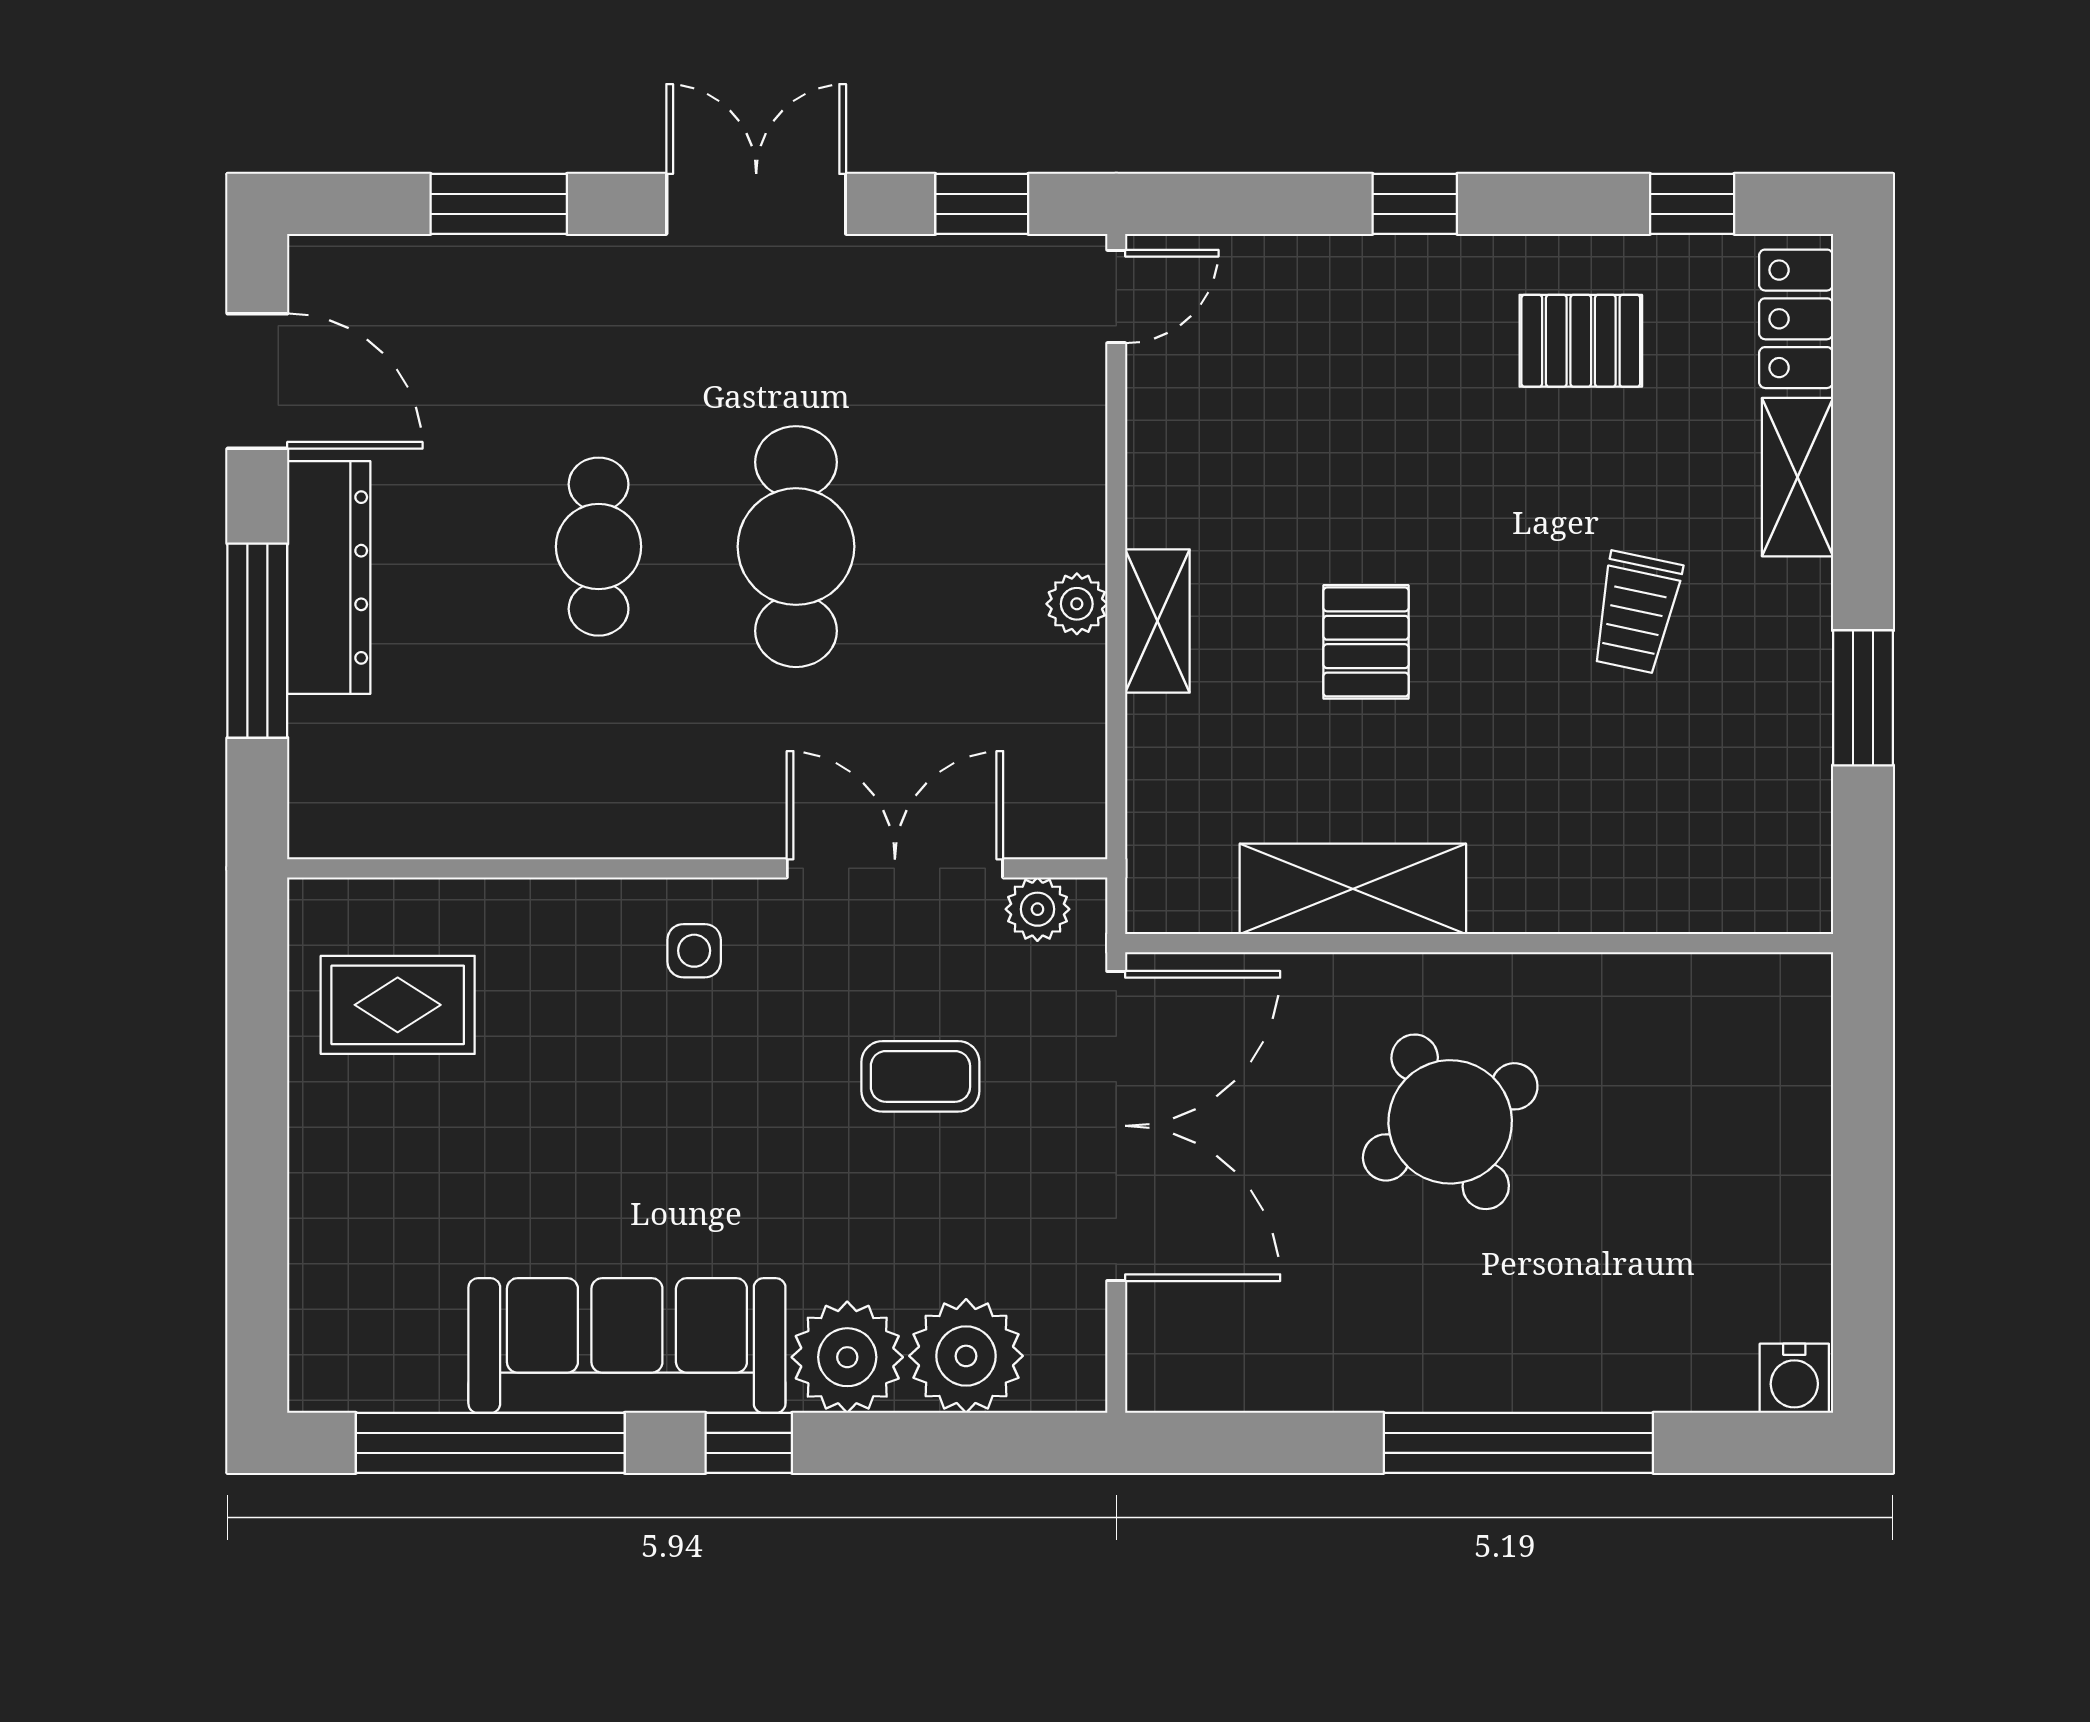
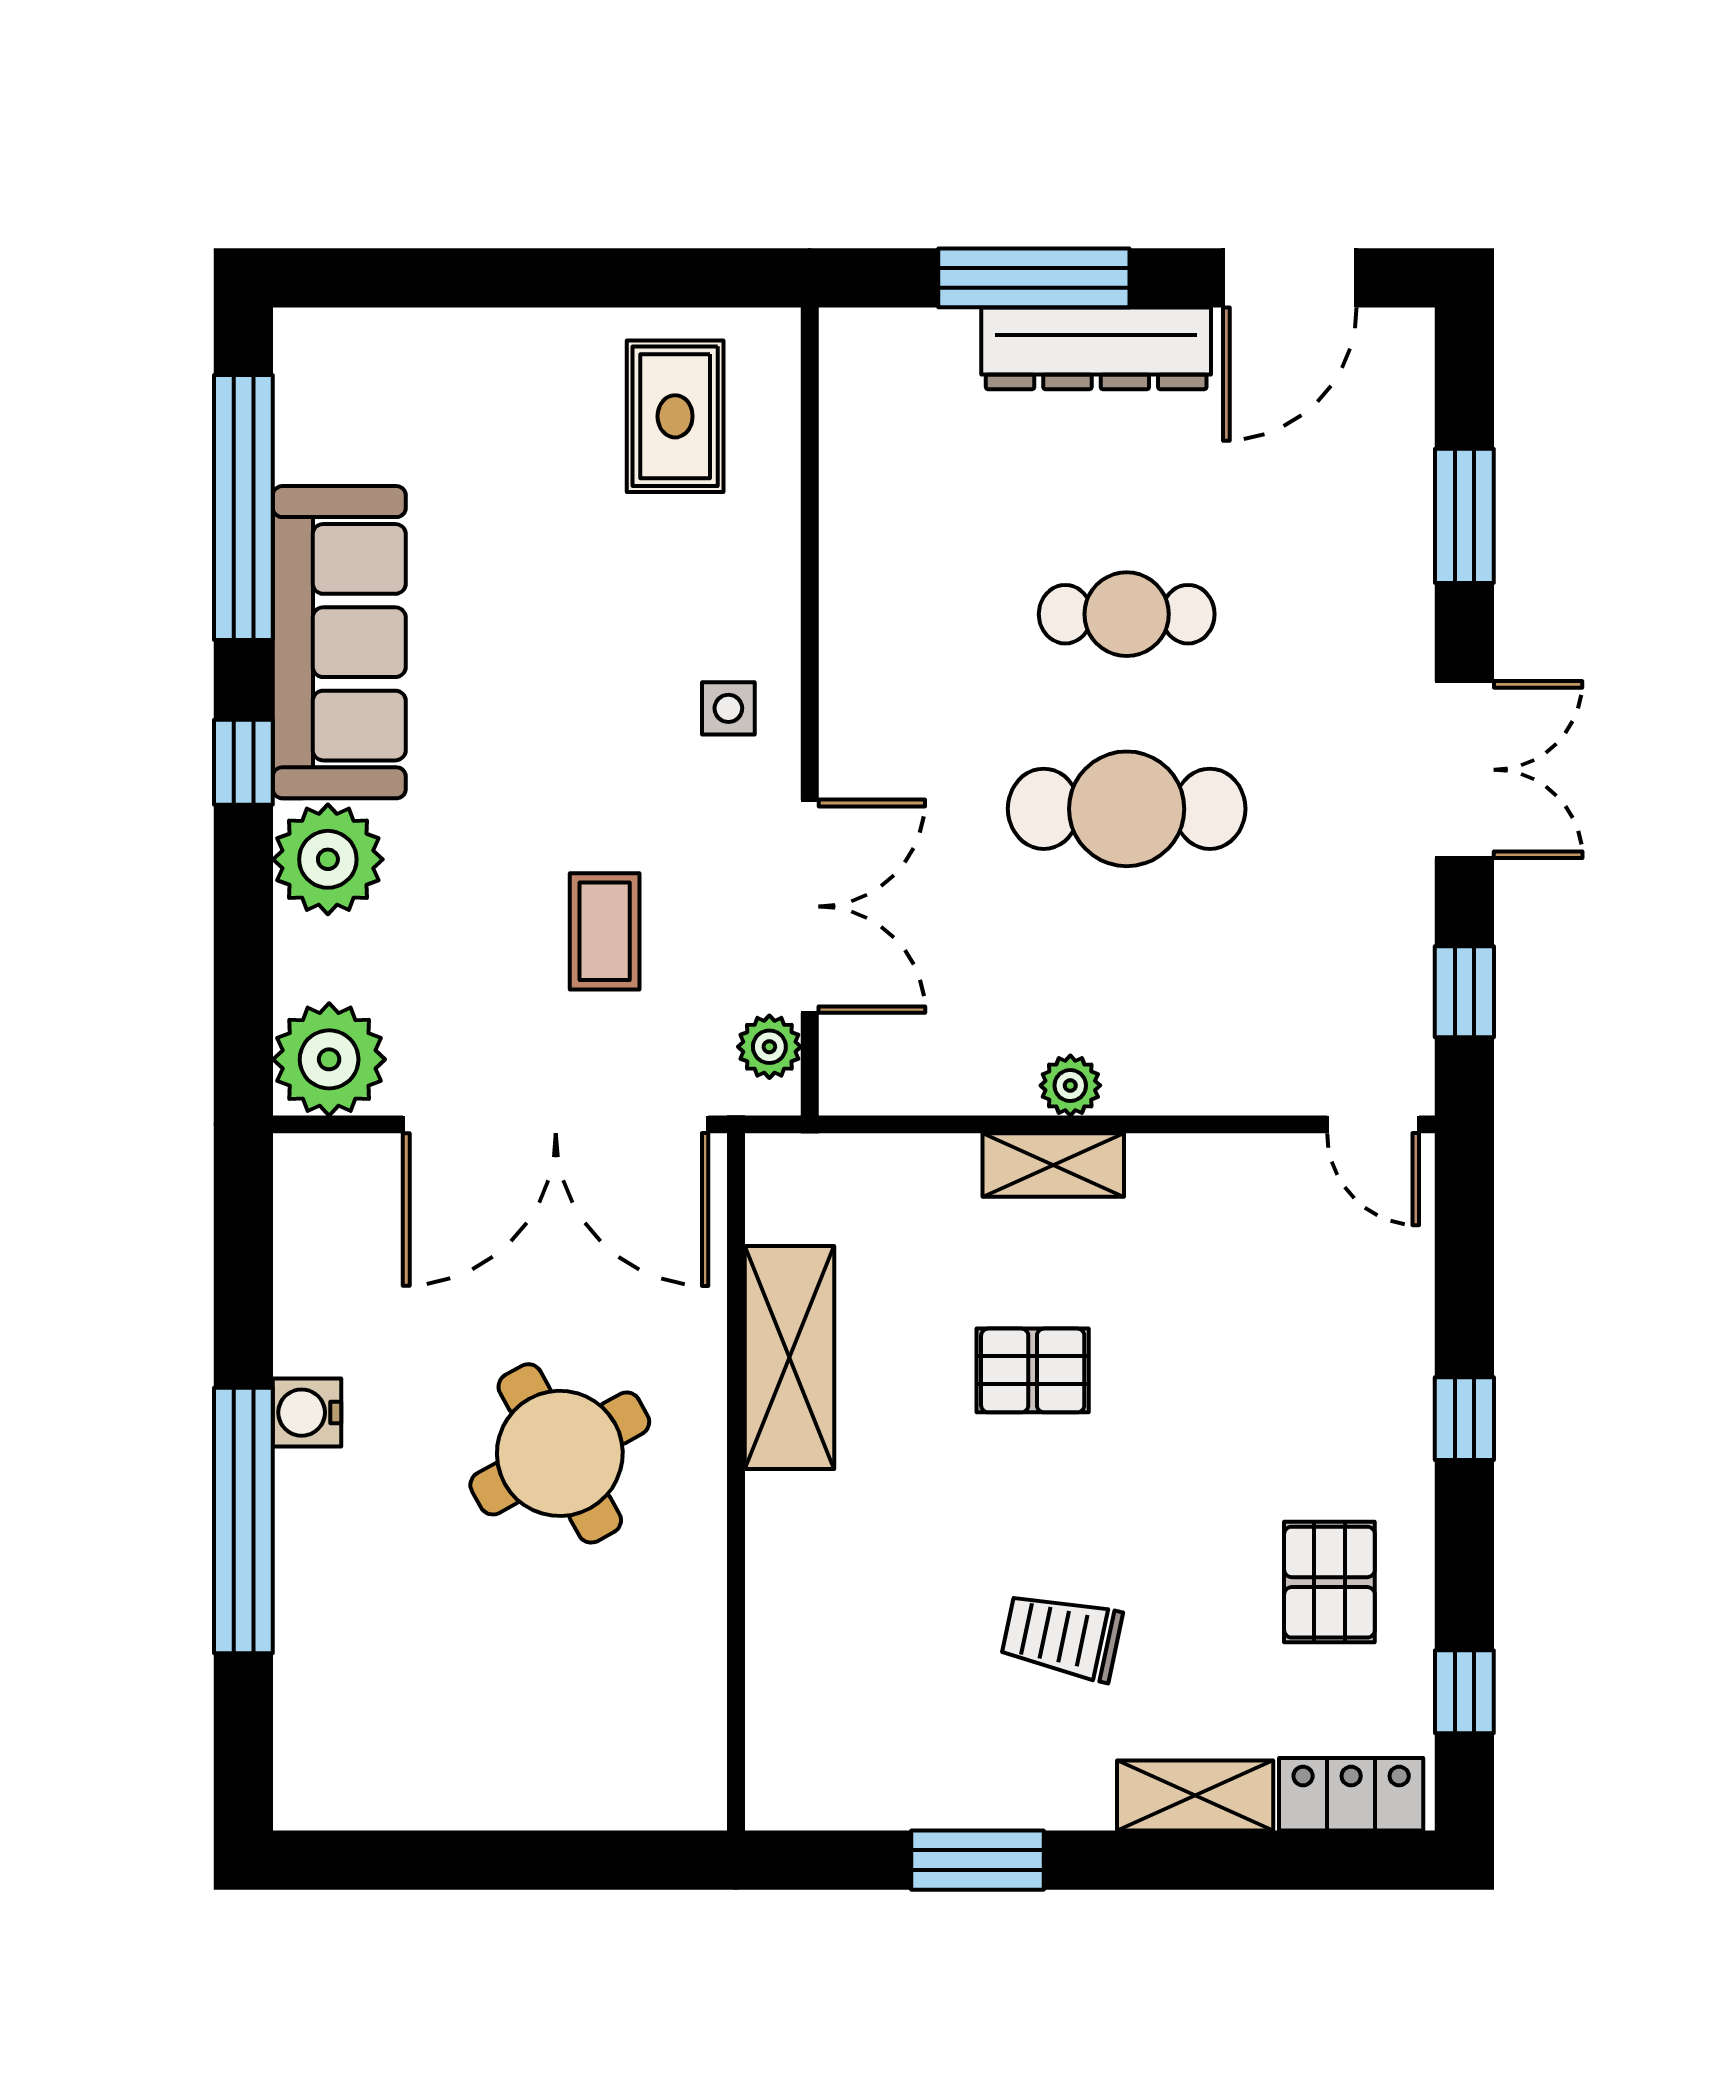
plant: (966, 1356) -> (329, 1059), moved
water cooler: (1794, 1378) -> (307, 1413), moved

